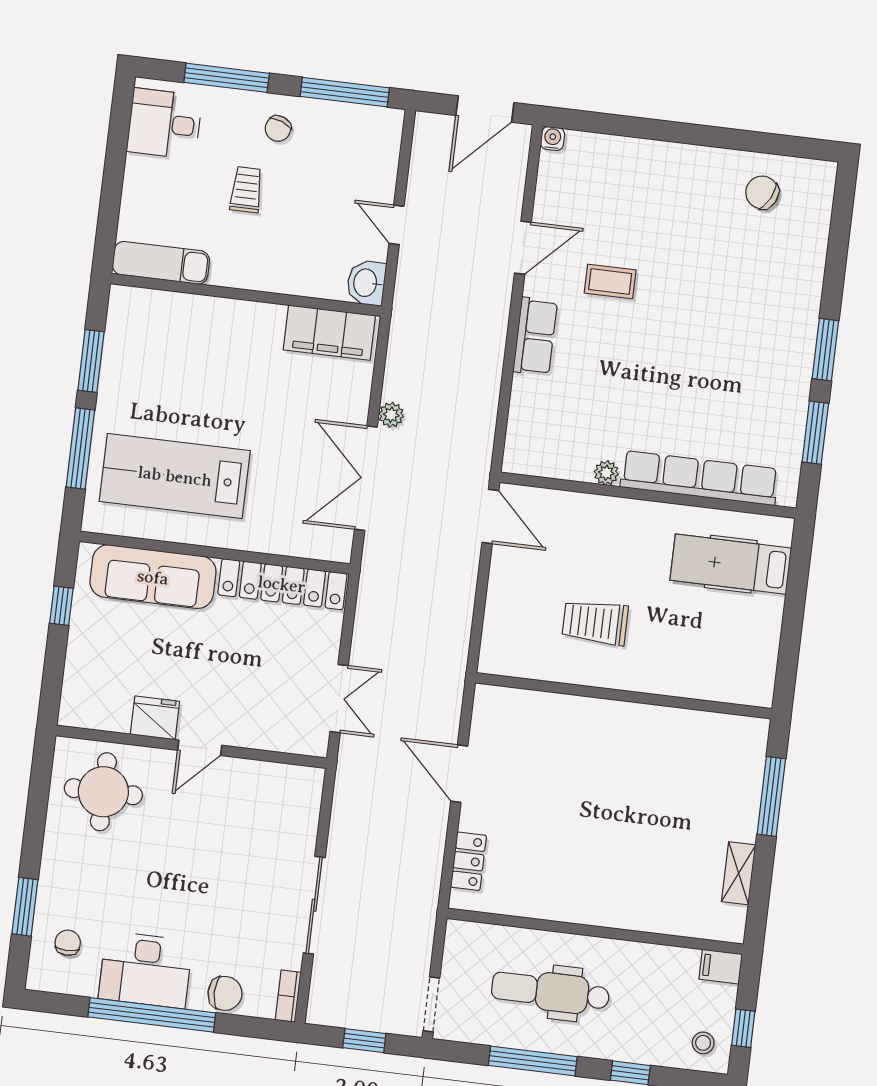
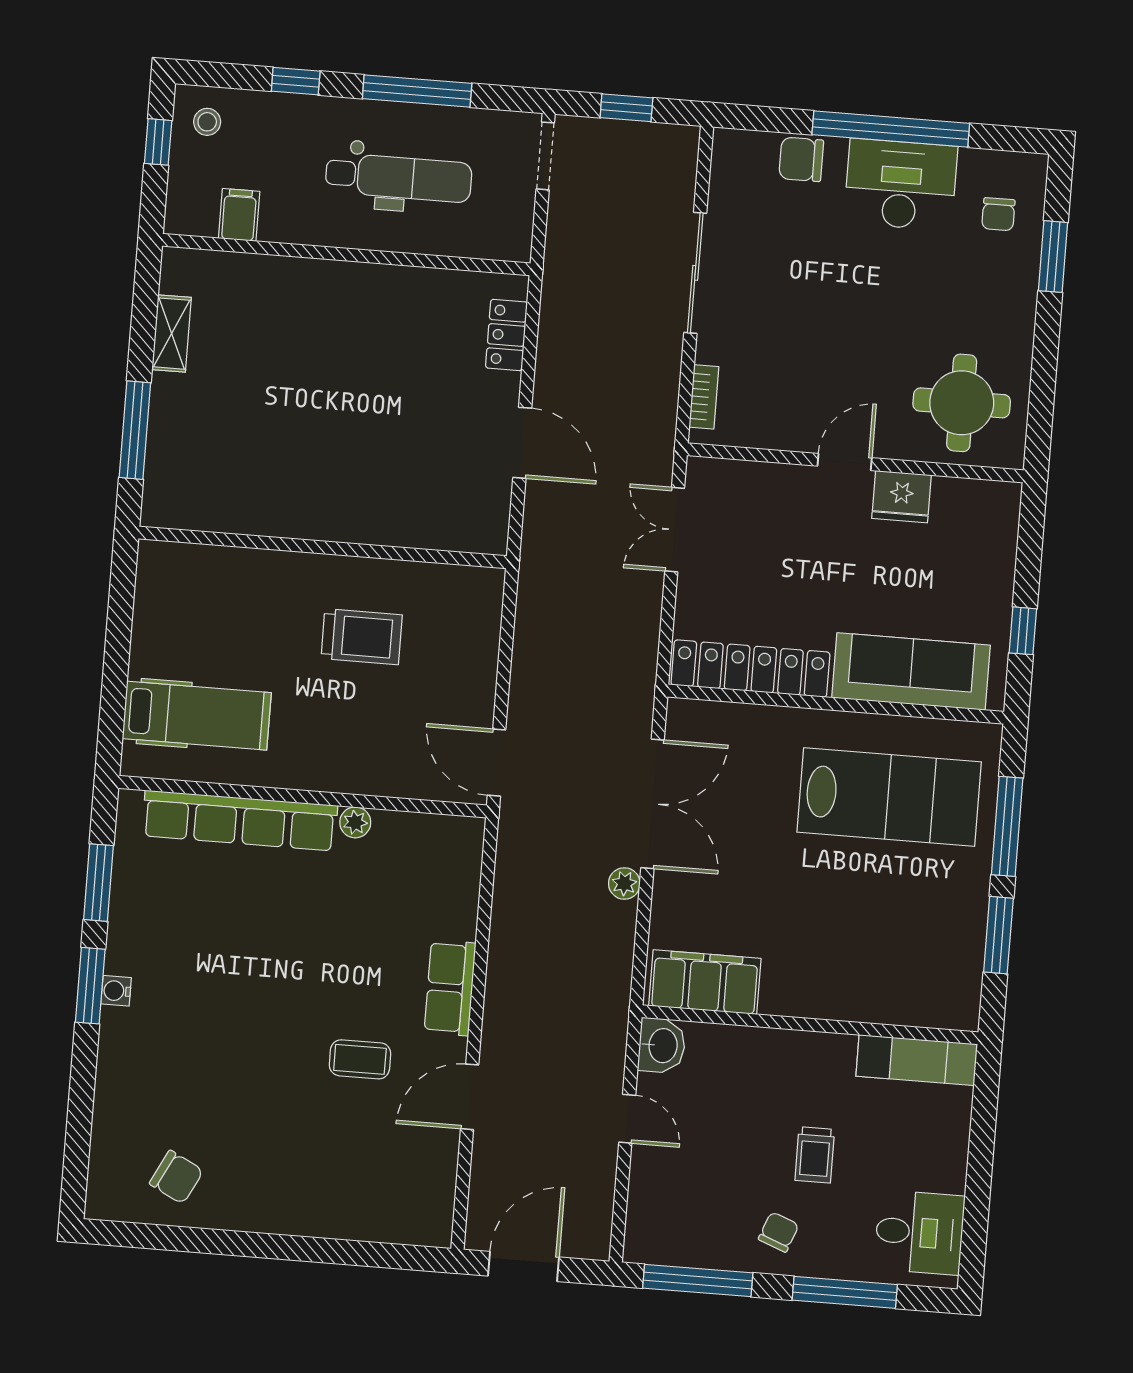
water cooler: (553, 139) -> (116, 991), moved, turned 90
filing cabinet: (721, 967) -> (239, 215), moved, turned -90
bookcase: (288, 996) -> (704, 397), moved

